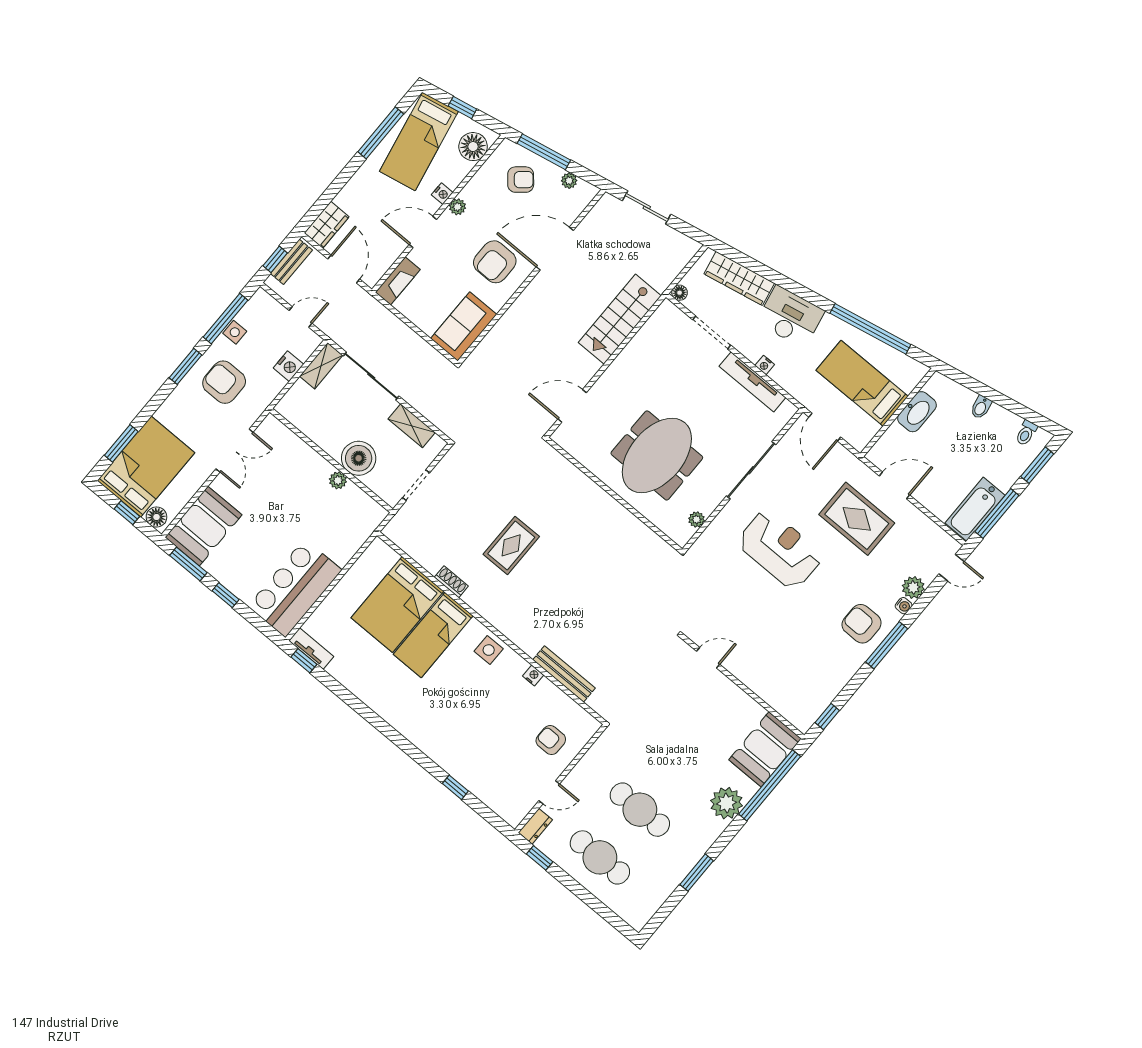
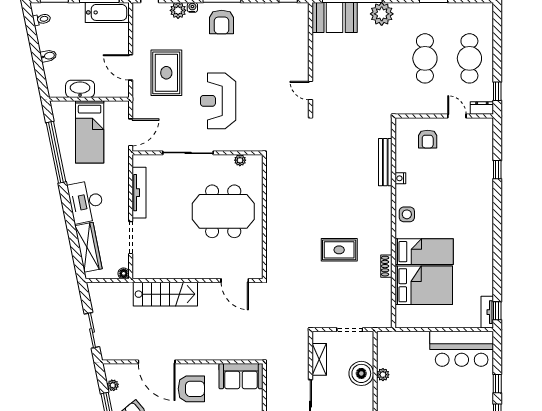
nightstand: (765, 365) -> (124, 194), removed

